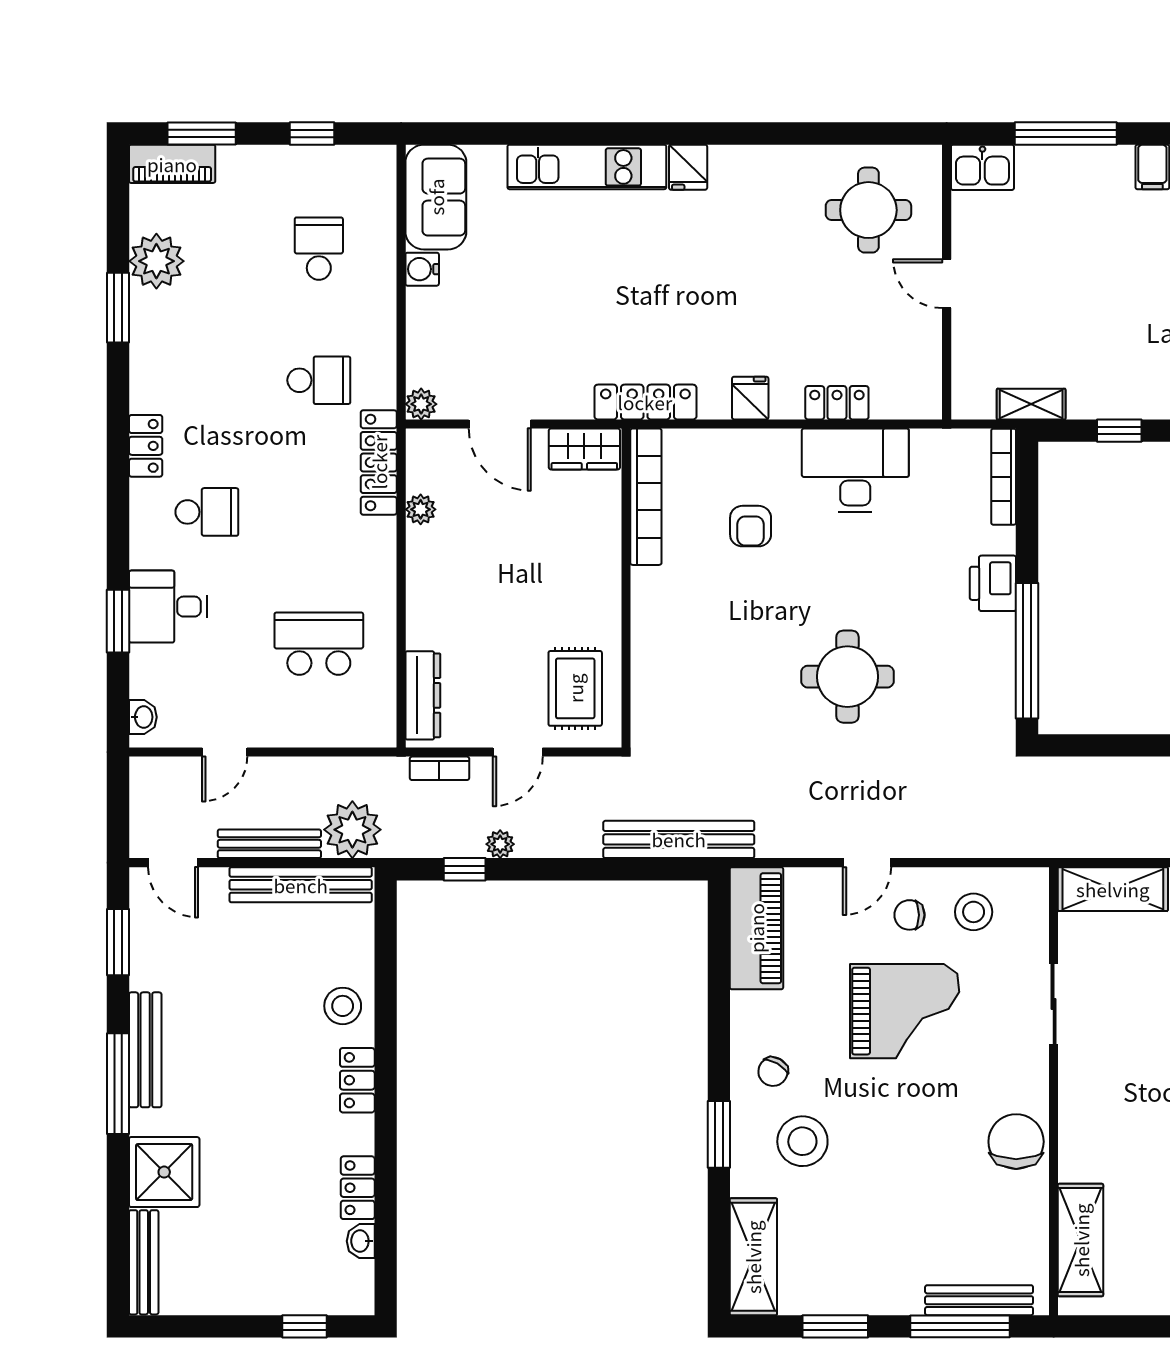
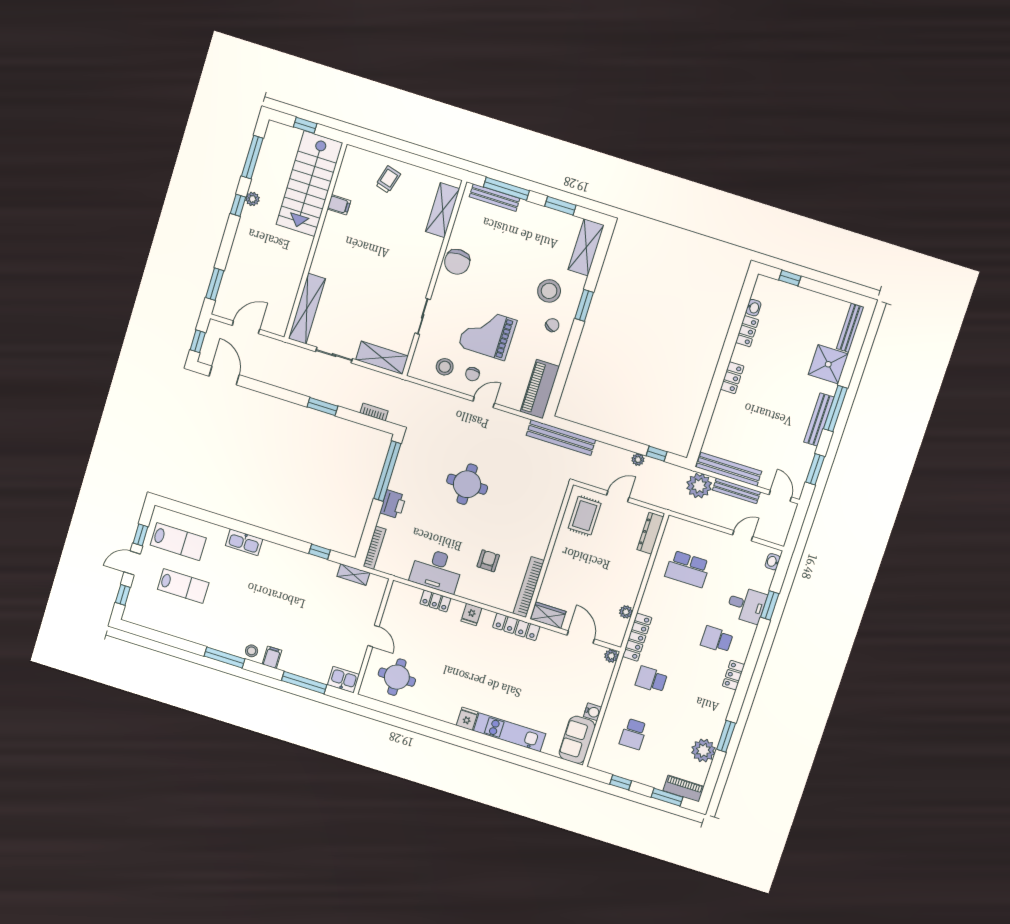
bookcase: (439, 768) -> (374, 412), moved
chair: (910, 915) -> (472, 374), turned 90
stool: (343, 1006) -> (728, 412), removed

